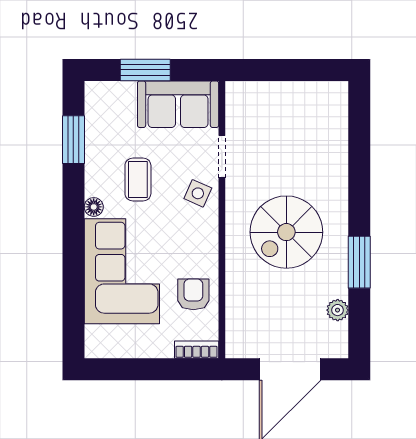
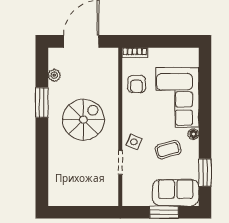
sofa: (178, 104) -> (176, 193), moved
coffee table: (138, 180) -> (168, 150), turned 74

